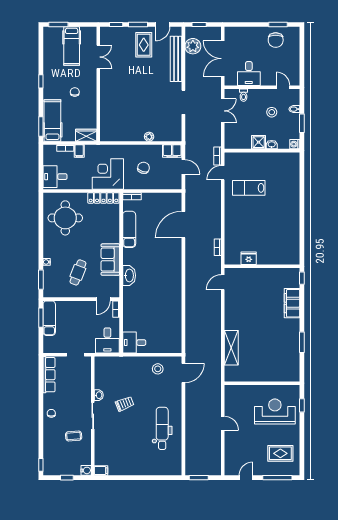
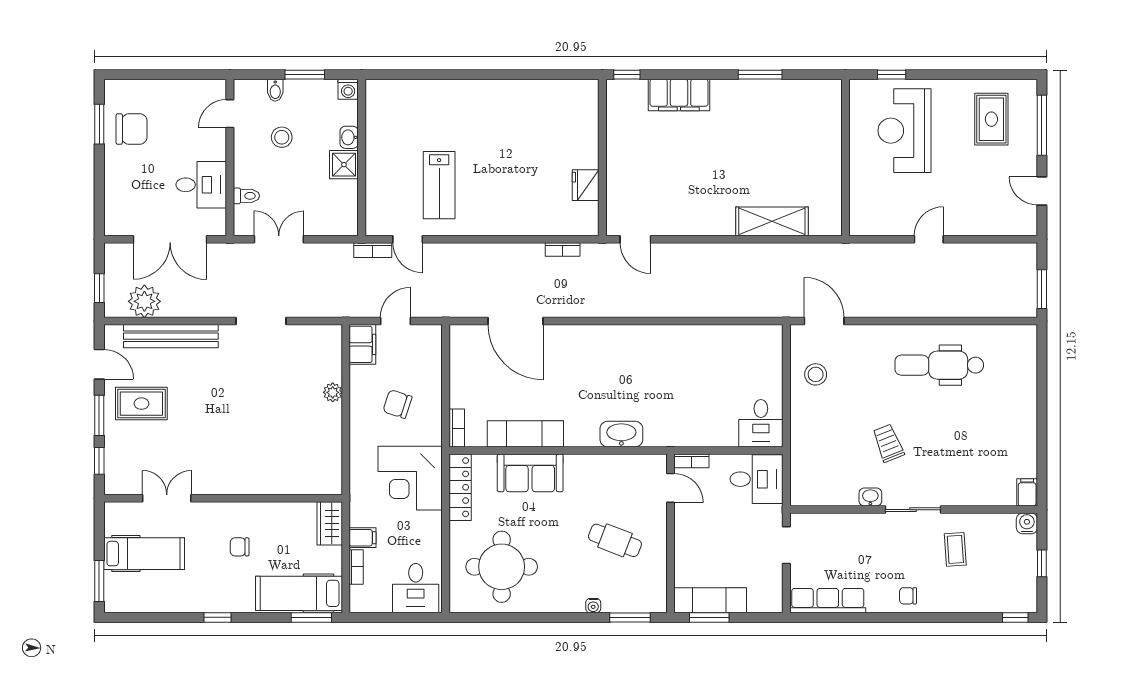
sofa: (110, 260) -> (530, 473), moved

